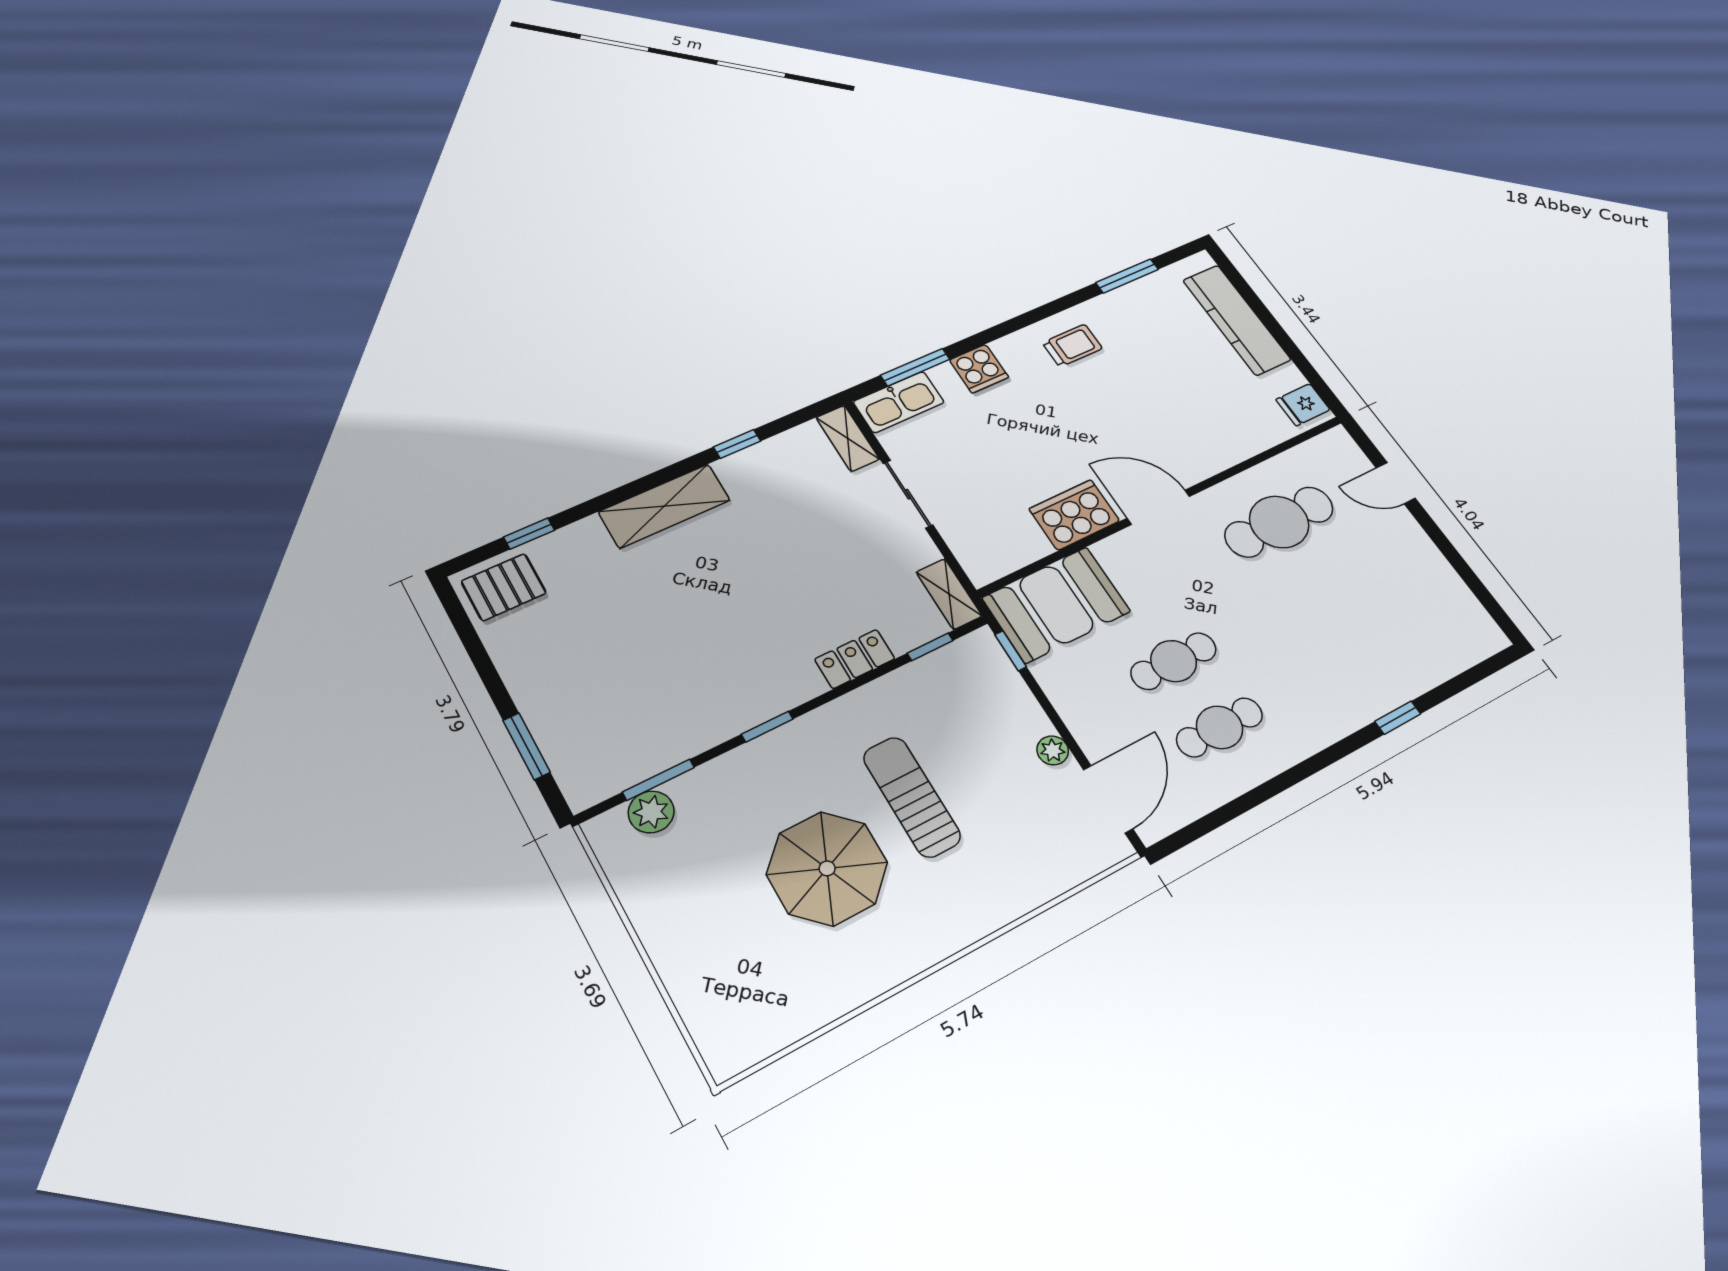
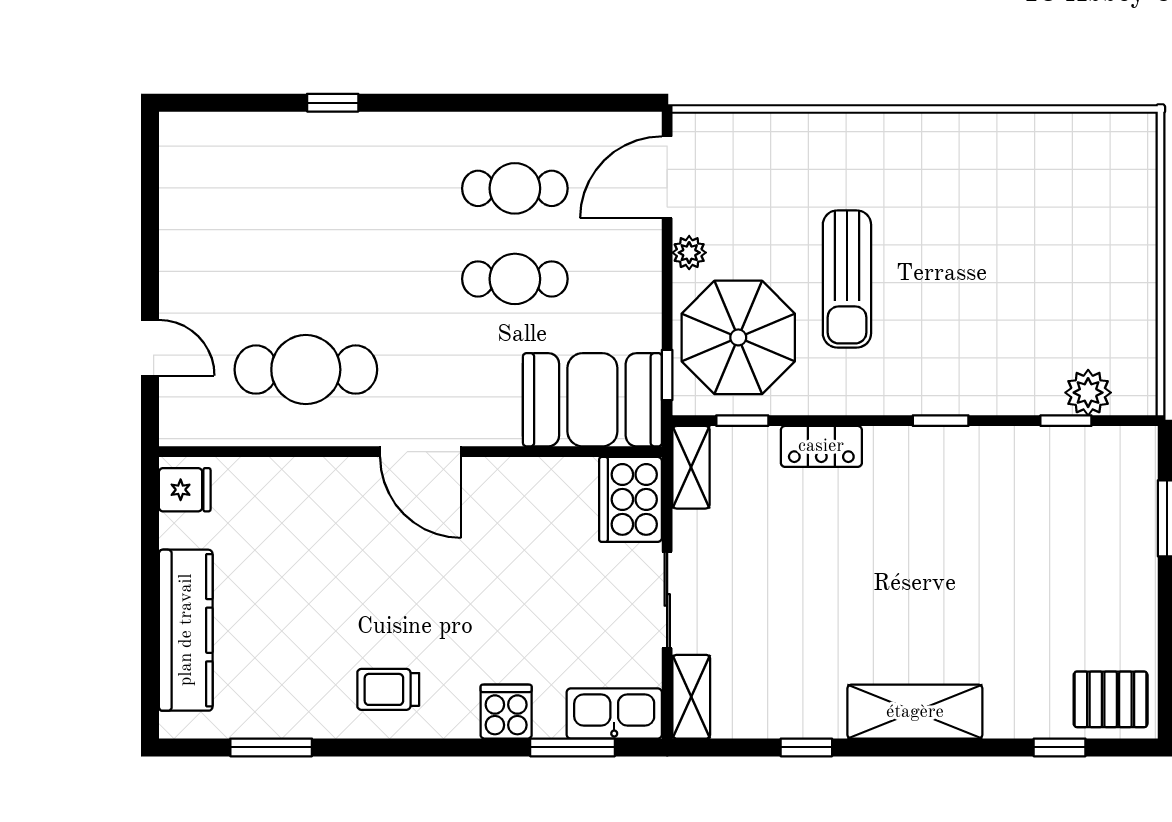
cooker: (1074, 515) -> (631, 499), moved, turned 90
window: (658, 780) -> (1066, 421), width x0.67
parasol: (827, 868) -> (738, 337), moved

